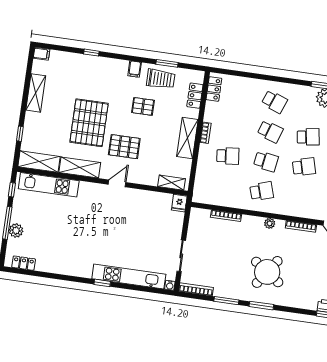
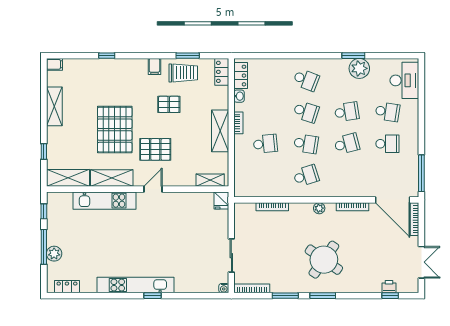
locker: (195, 96) -> (222, 72), moved
washbasin: (210, 108) -> (239, 96), added
kitchen unit: (49, 185) -> (105, 201), moved
kitchen unit: (129, 277) -> (135, 285), moved

